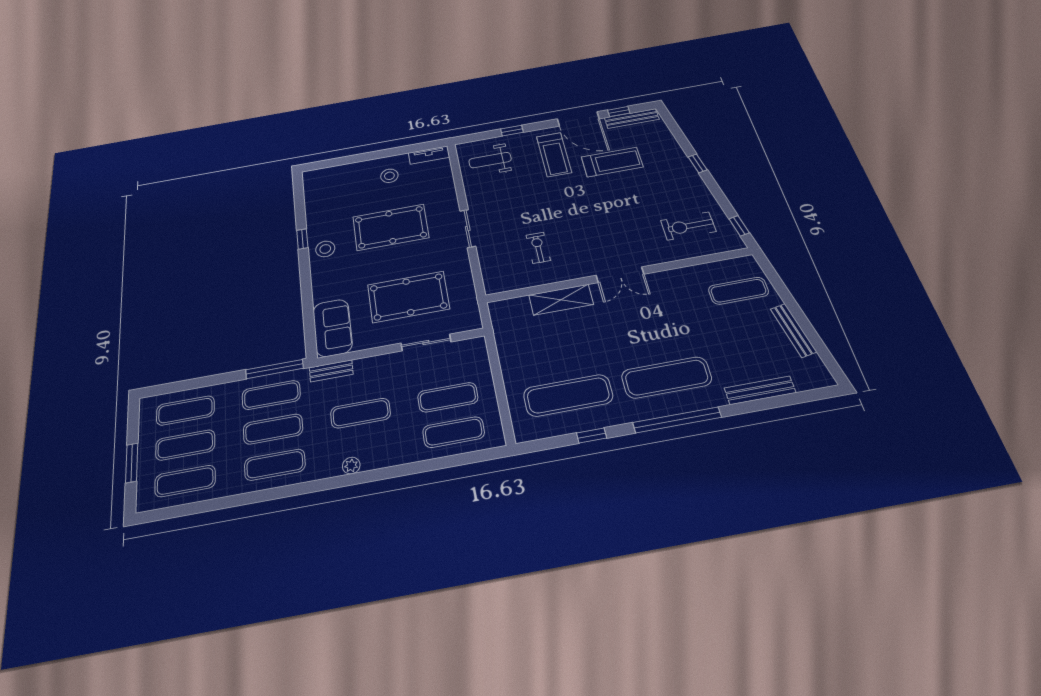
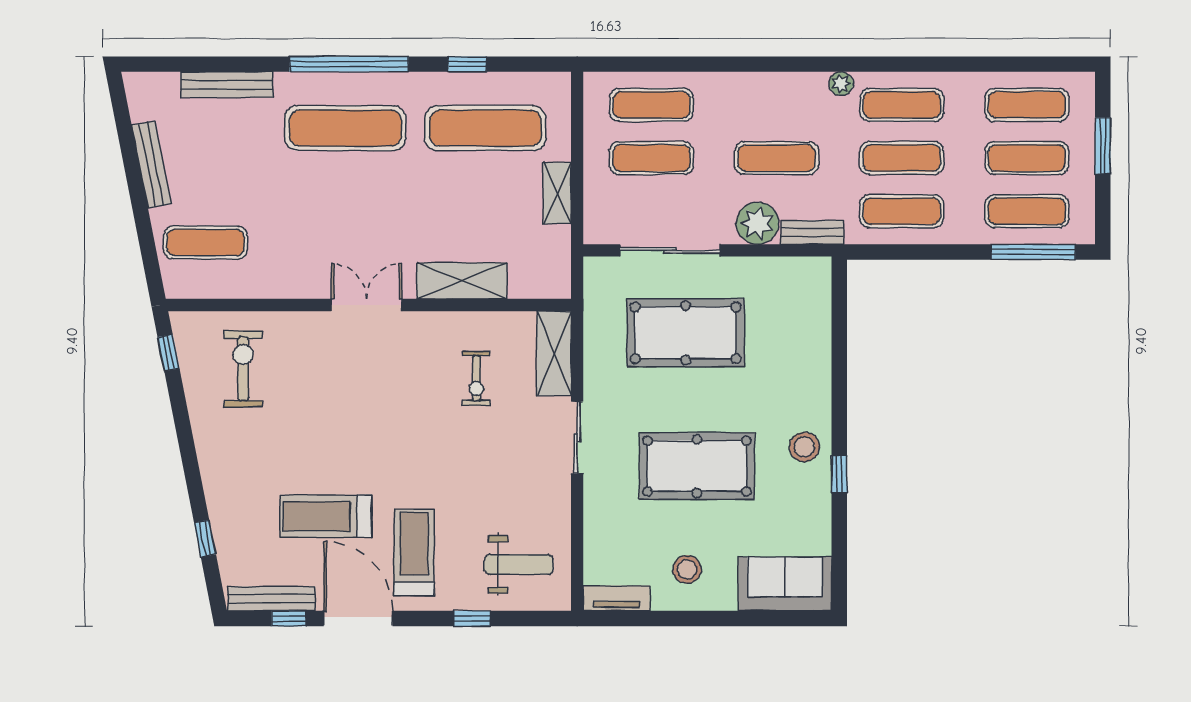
window: (698, 163) -> (205, 538), moved
exercise bike: (688, 226) -> (243, 369), turned -90
shelving: (491, 270) -> (554, 353), added
sofa: (332, 328) -> (785, 584), moved, turned 90
sliding door: (426, 343) -> (670, 250), width x1.37
shelving: (509, 363) -> (557, 193), added
window: (274, 369) -> (1033, 252), moved
plant: (369, 370) -> (758, 223), added
plant: (351, 466) -> (841, 84), moved

